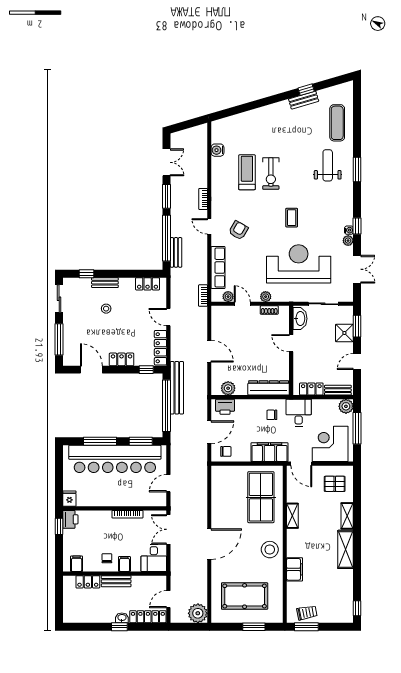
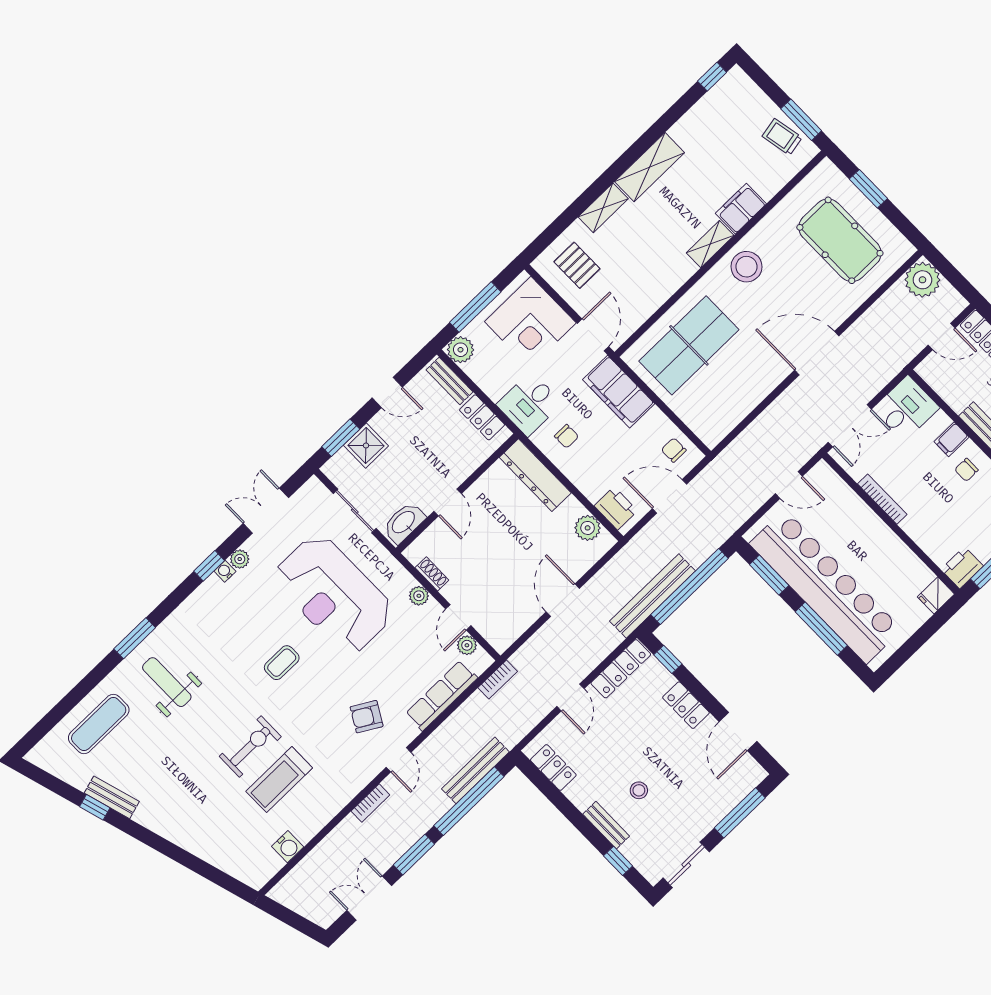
weight bench: (328, 165) -> (167, 682), turned 90
bench: (176, 252) -> (475, 770), width x1.36
shelving: (292, 516) -> (710, 244), moved

